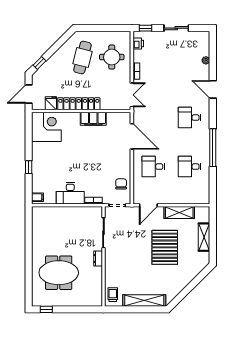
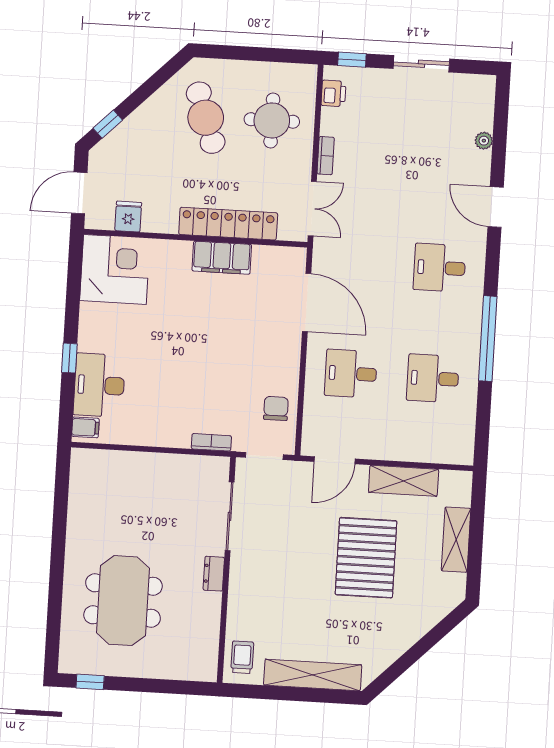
cafe table: (82, 58) -> (206, 118), turned -33
locker: (79, 104) -> (228, 224), moved
desk: (70, 193) -> (99, 385), moved, turned 90
meeting table: (59, 273) -> (123, 601), turned 90

